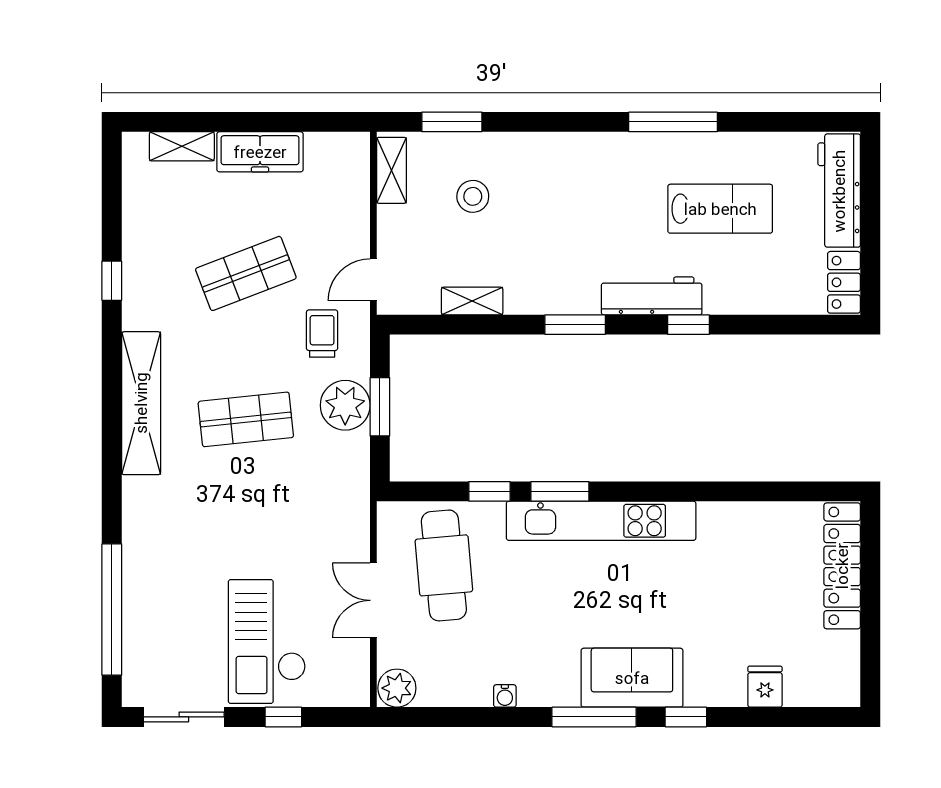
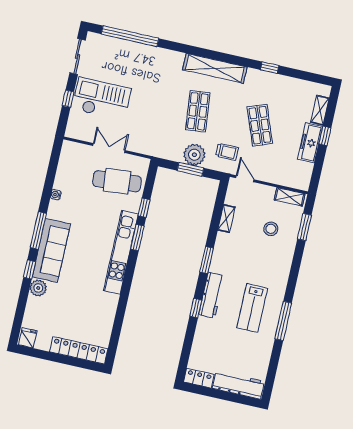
window: (237, 122) -> (325, 136), added
lab bench: (720, 209) -> (252, 308), moved
sofa: (632, 678) -> (51, 250), width x1.36
fridge: (765, 687) -> (28, 338), moved, turned -90
plant: (397, 688) -> (38, 288), moved

